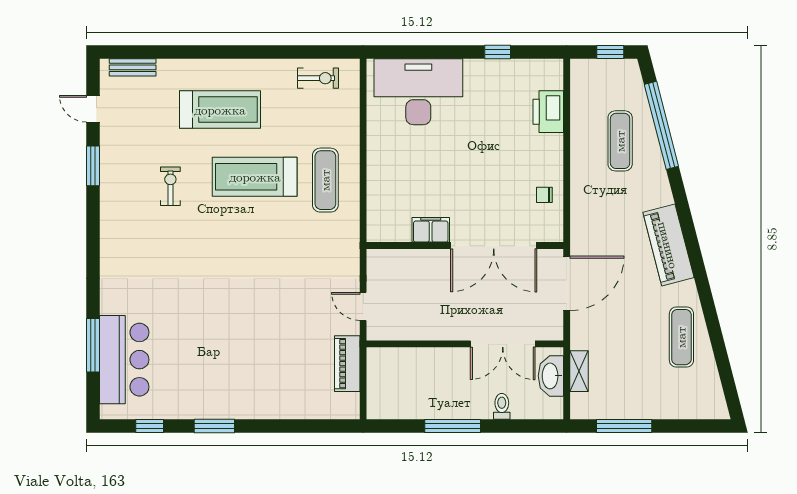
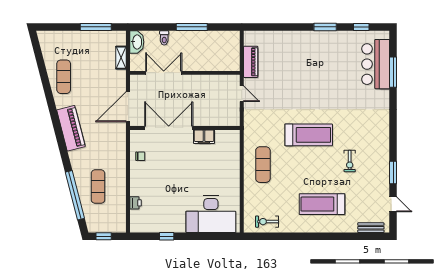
printer: (548, 112) -> (135, 203), width x0.53, depth x0.68
treadmill: (255, 177) -> (309, 135), moved
washbasin: (551, 376) -> (137, 42), moved

